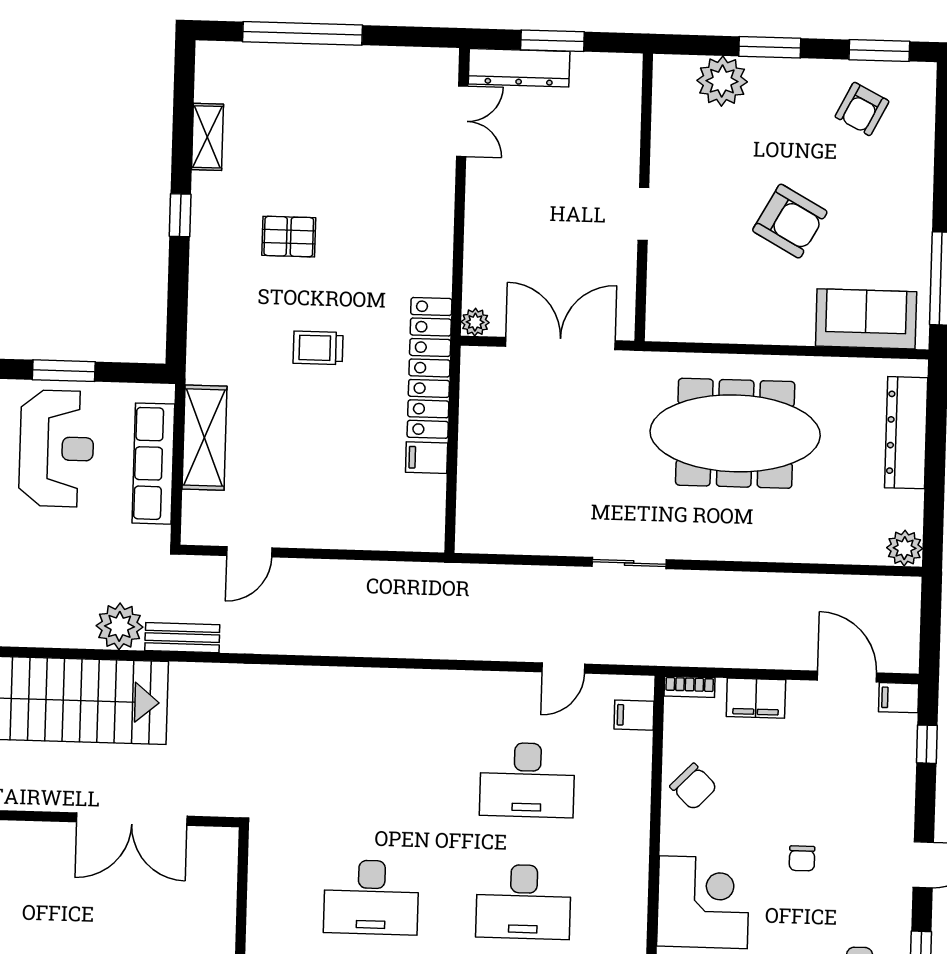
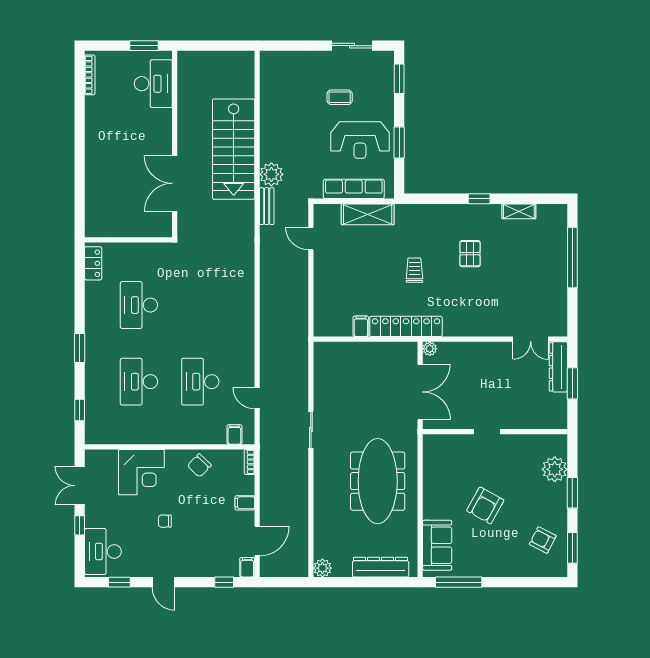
filing cabinet: (756, 698) -> (245, 503), width x0.50

